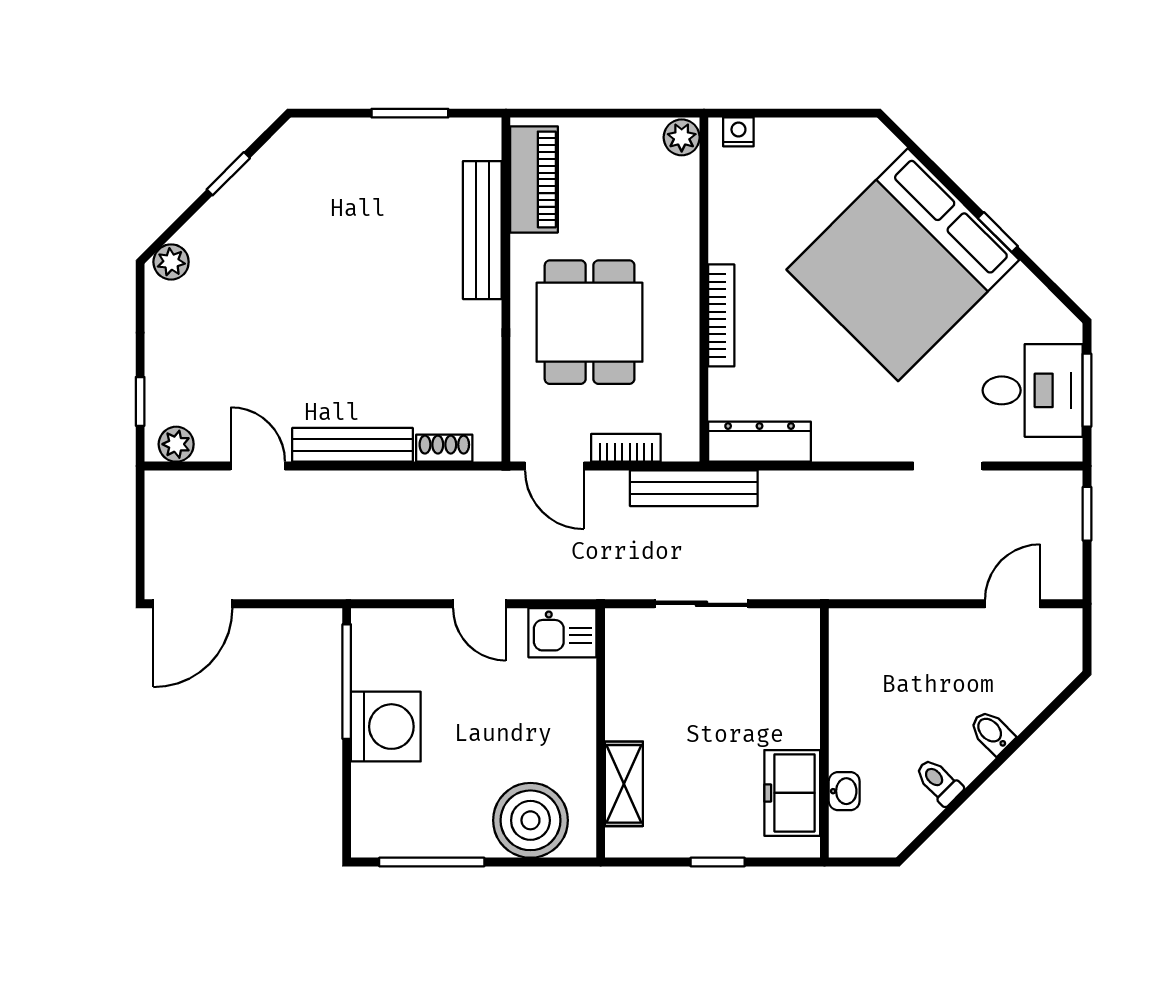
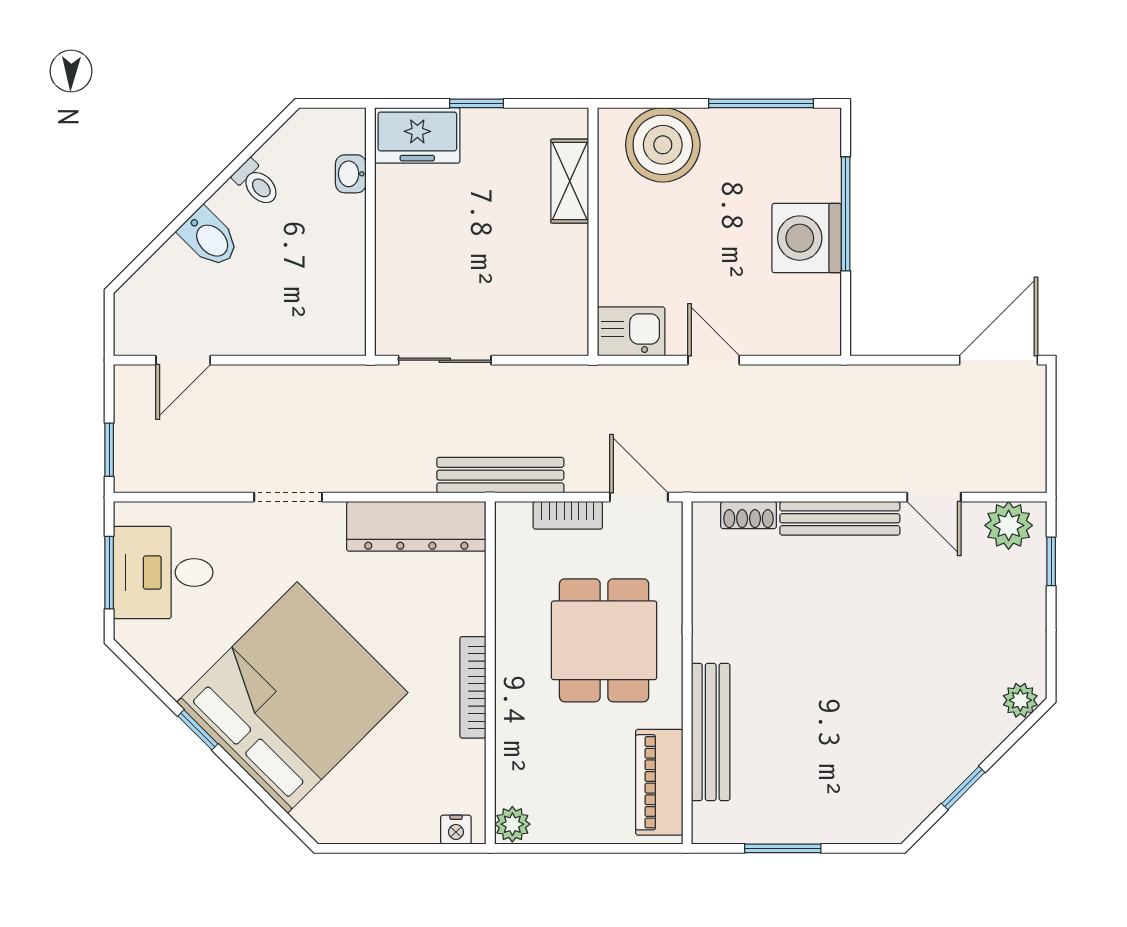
bookcase: (721, 315) -> (473, 687), moved
dresser: (760, 442) -> (416, 526), width x1.37, depth x1.24
plant: (176, 444) -> (1009, 525), width x1.38, depth x1.38
doorway: (948, 466) -> (288, 497), moved
sliding door: (701, 604) -> (445, 360), moved
window: (347, 682) -> (846, 214), moved
bidet: (992, 732) -> (209, 238), width x1.38, depth x1.36
freezer: (792, 793) -> (417, 135), moved, turned 90

